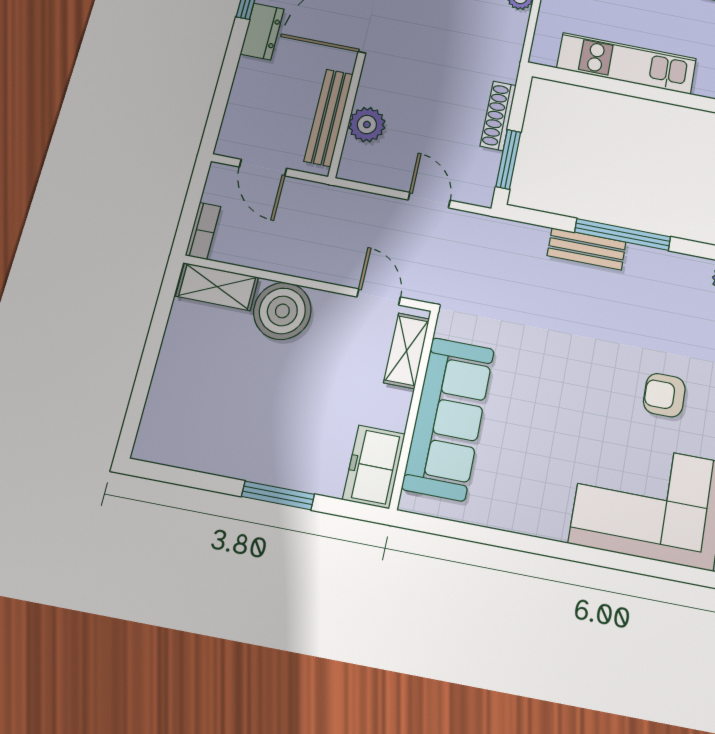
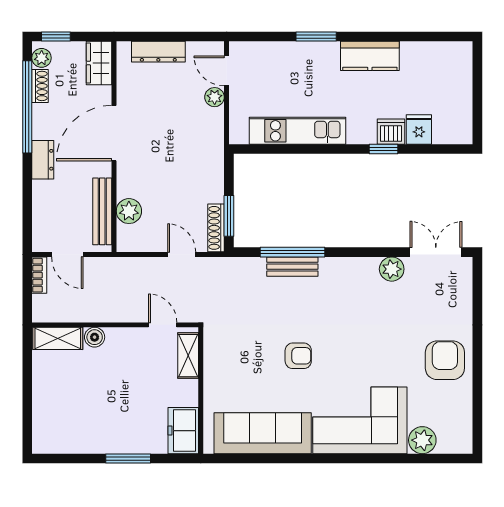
shoe rack: (498, 116) -> (216, 228), moved
bookcase: (203, 231) -> (39, 275), moved
window: (623, 234) -> (292, 252), moved
boiler: (282, 311) -> (95, 337), width x0.54, depth x0.54
armchair: (664, 395) -> (298, 356), moved, turned 180
sofa: (448, 418) -> (263, 433), moved, turned -90

